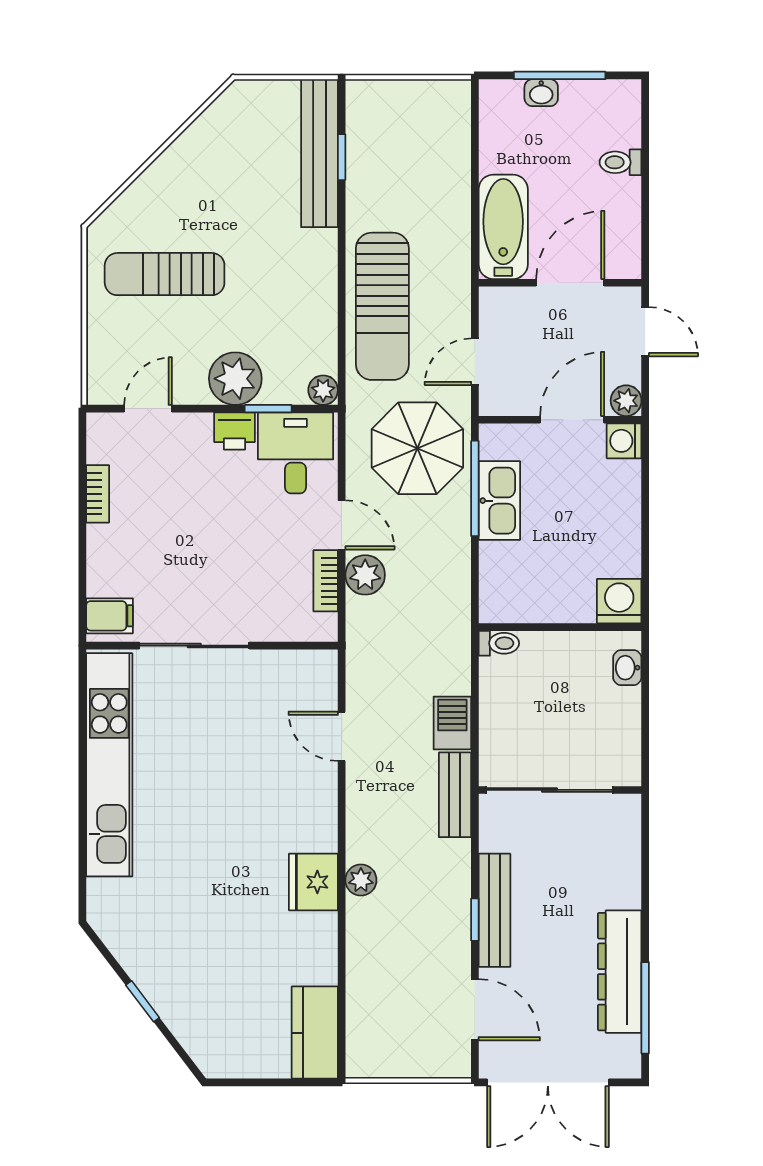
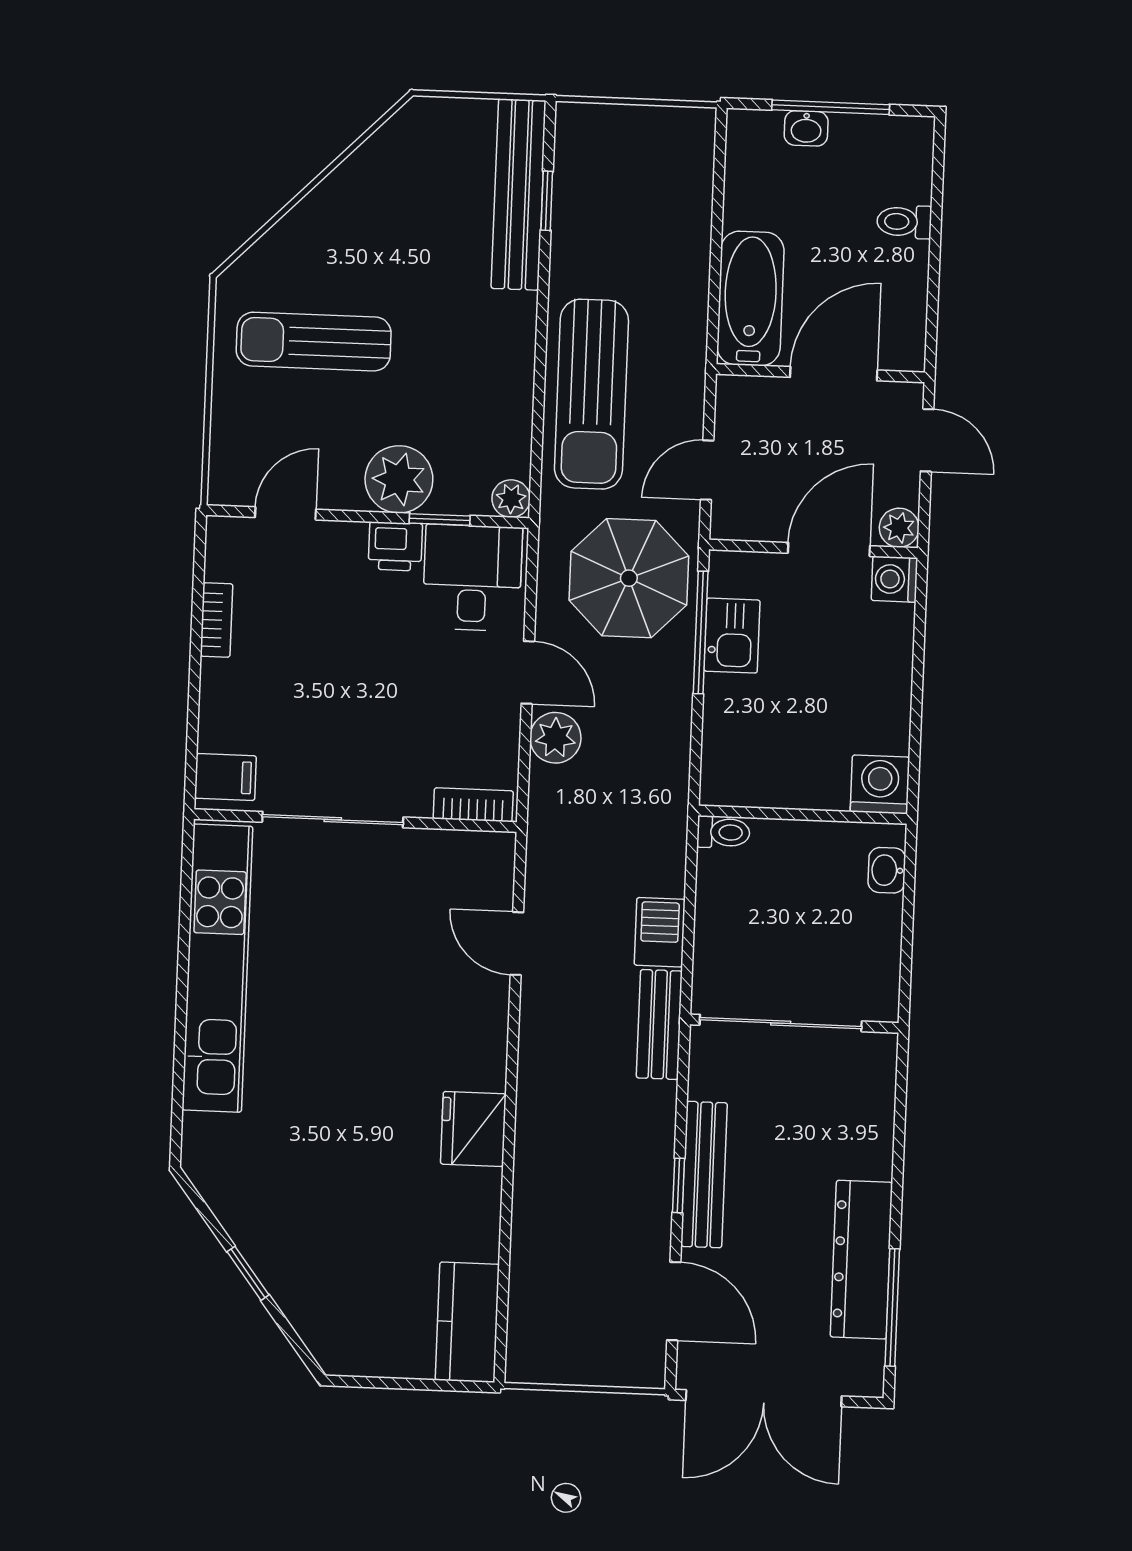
kitchen sink: (499, 501) -> (732, 636), width x0.73
bookcase: (326, 581) -> (473, 805), moved, turned 90
plant: (361, 880) -> (534, 1129), removed

